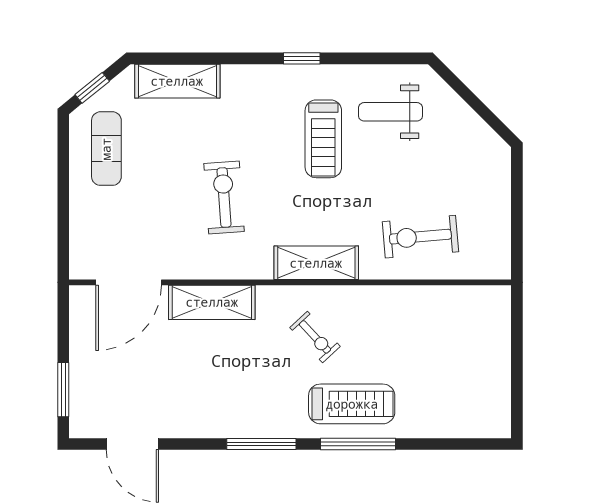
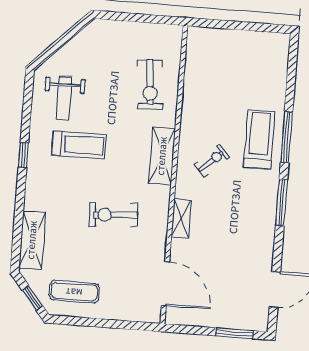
shelving: (212, 302) -> (181, 219), width x0.67, depth x0.75

